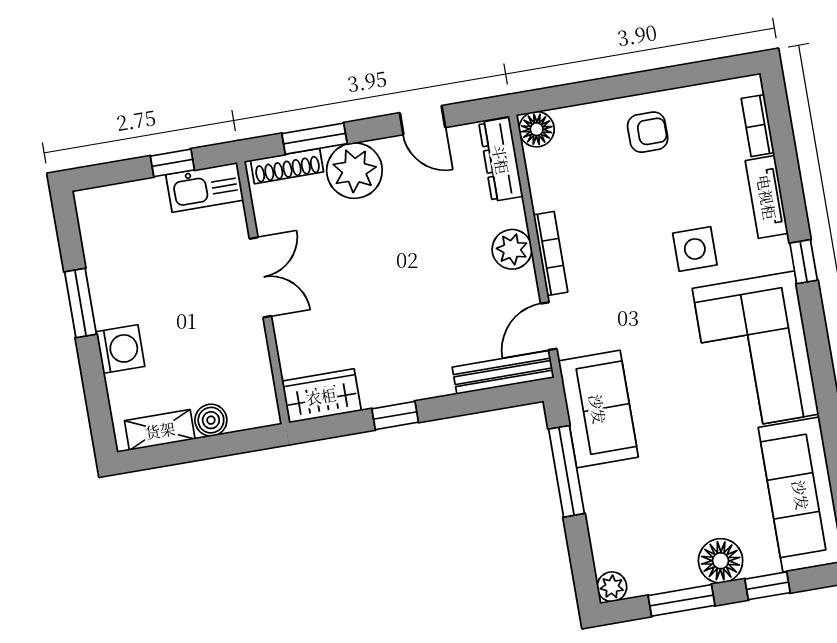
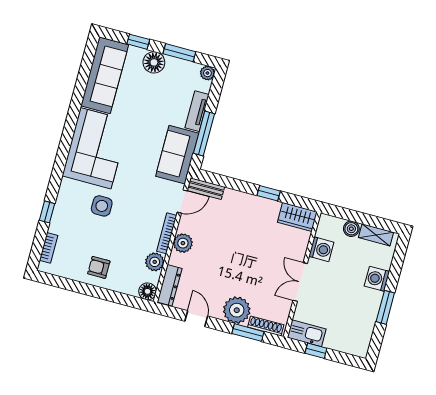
plant: (548, 190) -> (155, 262), added
tv unit: (767, 197) -> (197, 111), moved, turned 180
window: (804, 262) -> (47, 212), moved
washing machine: (249, 356) -> (321, 249), added
bench: (503, 372) -> (206, 189), width x0.73

